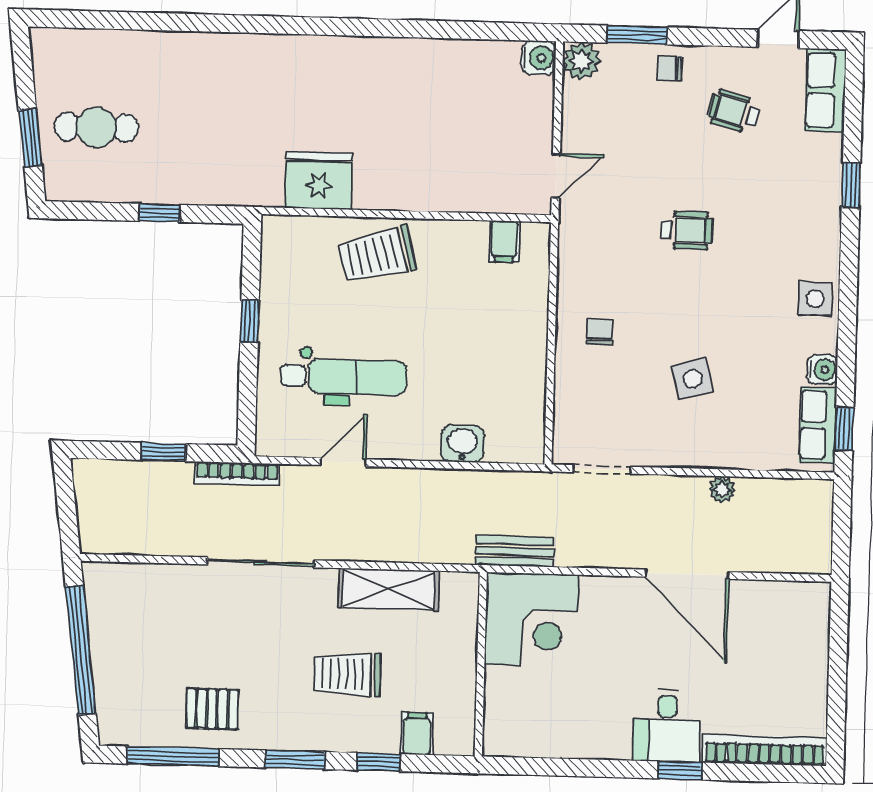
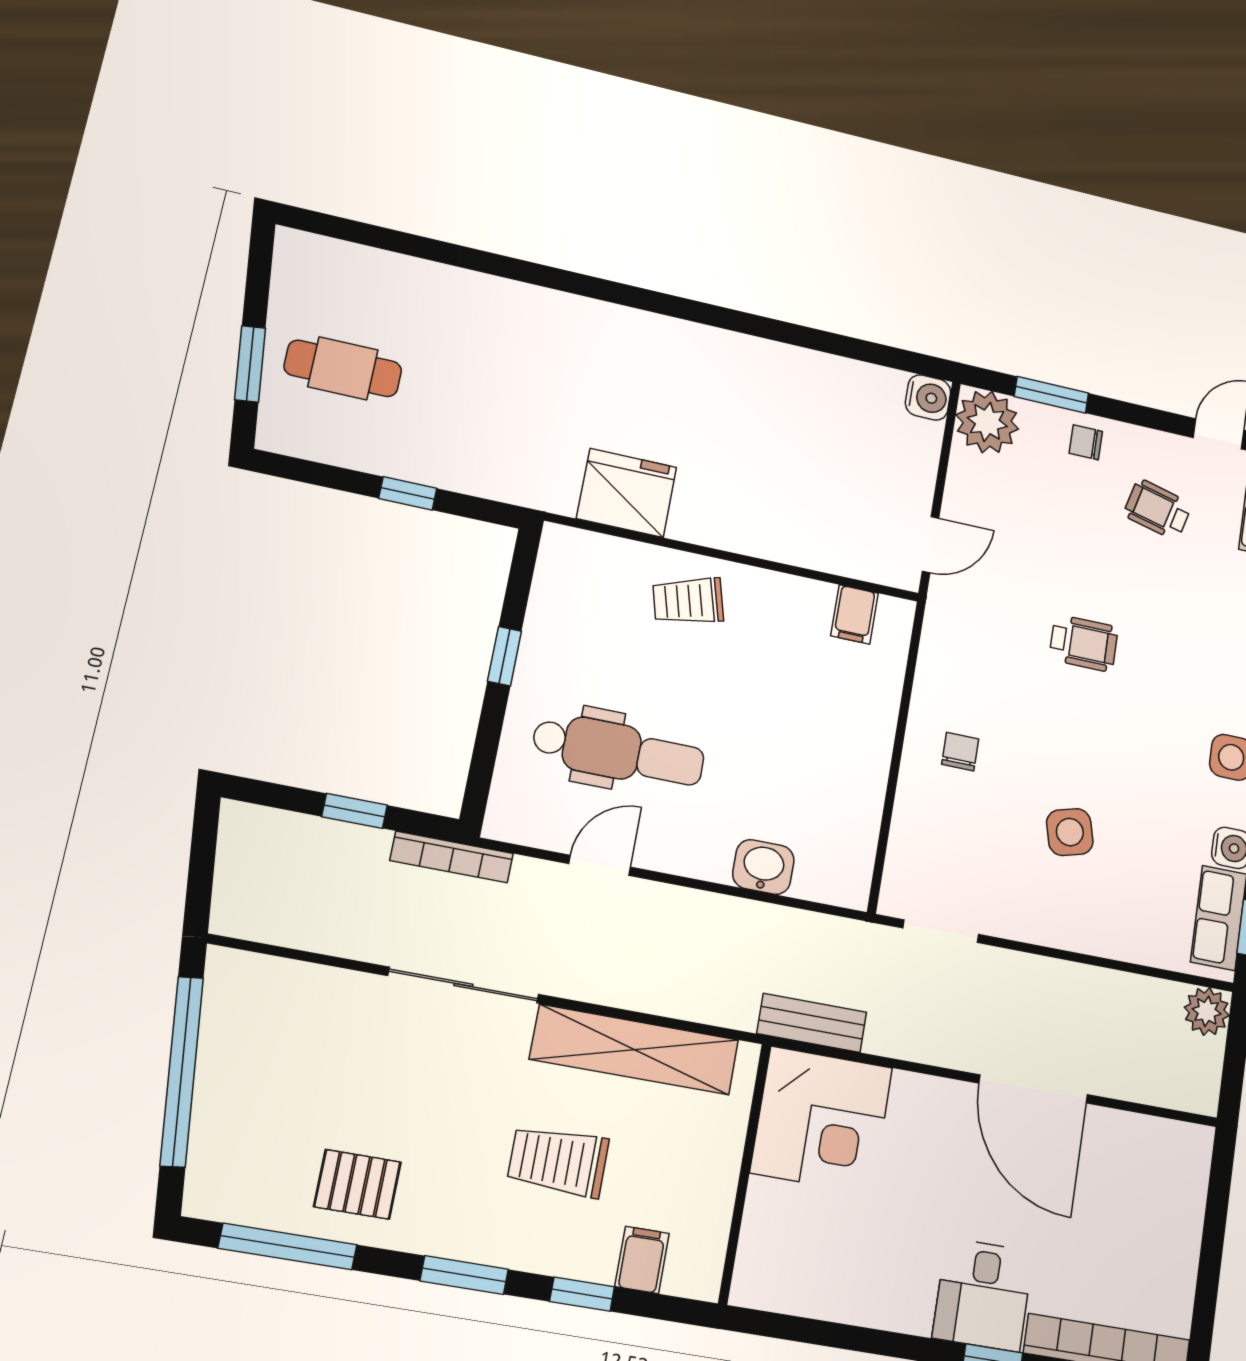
plant: (582, 61) -> (987, 422), width x1.36, depth x1.36
trolley: (377, 255) -> (688, 601), width x0.73, depth x0.72
plant: (722, 490) -> (1207, 1011), moved, width x1.38, depth x1.38
shelving: (389, 589) -> (634, 1050), width x1.47

